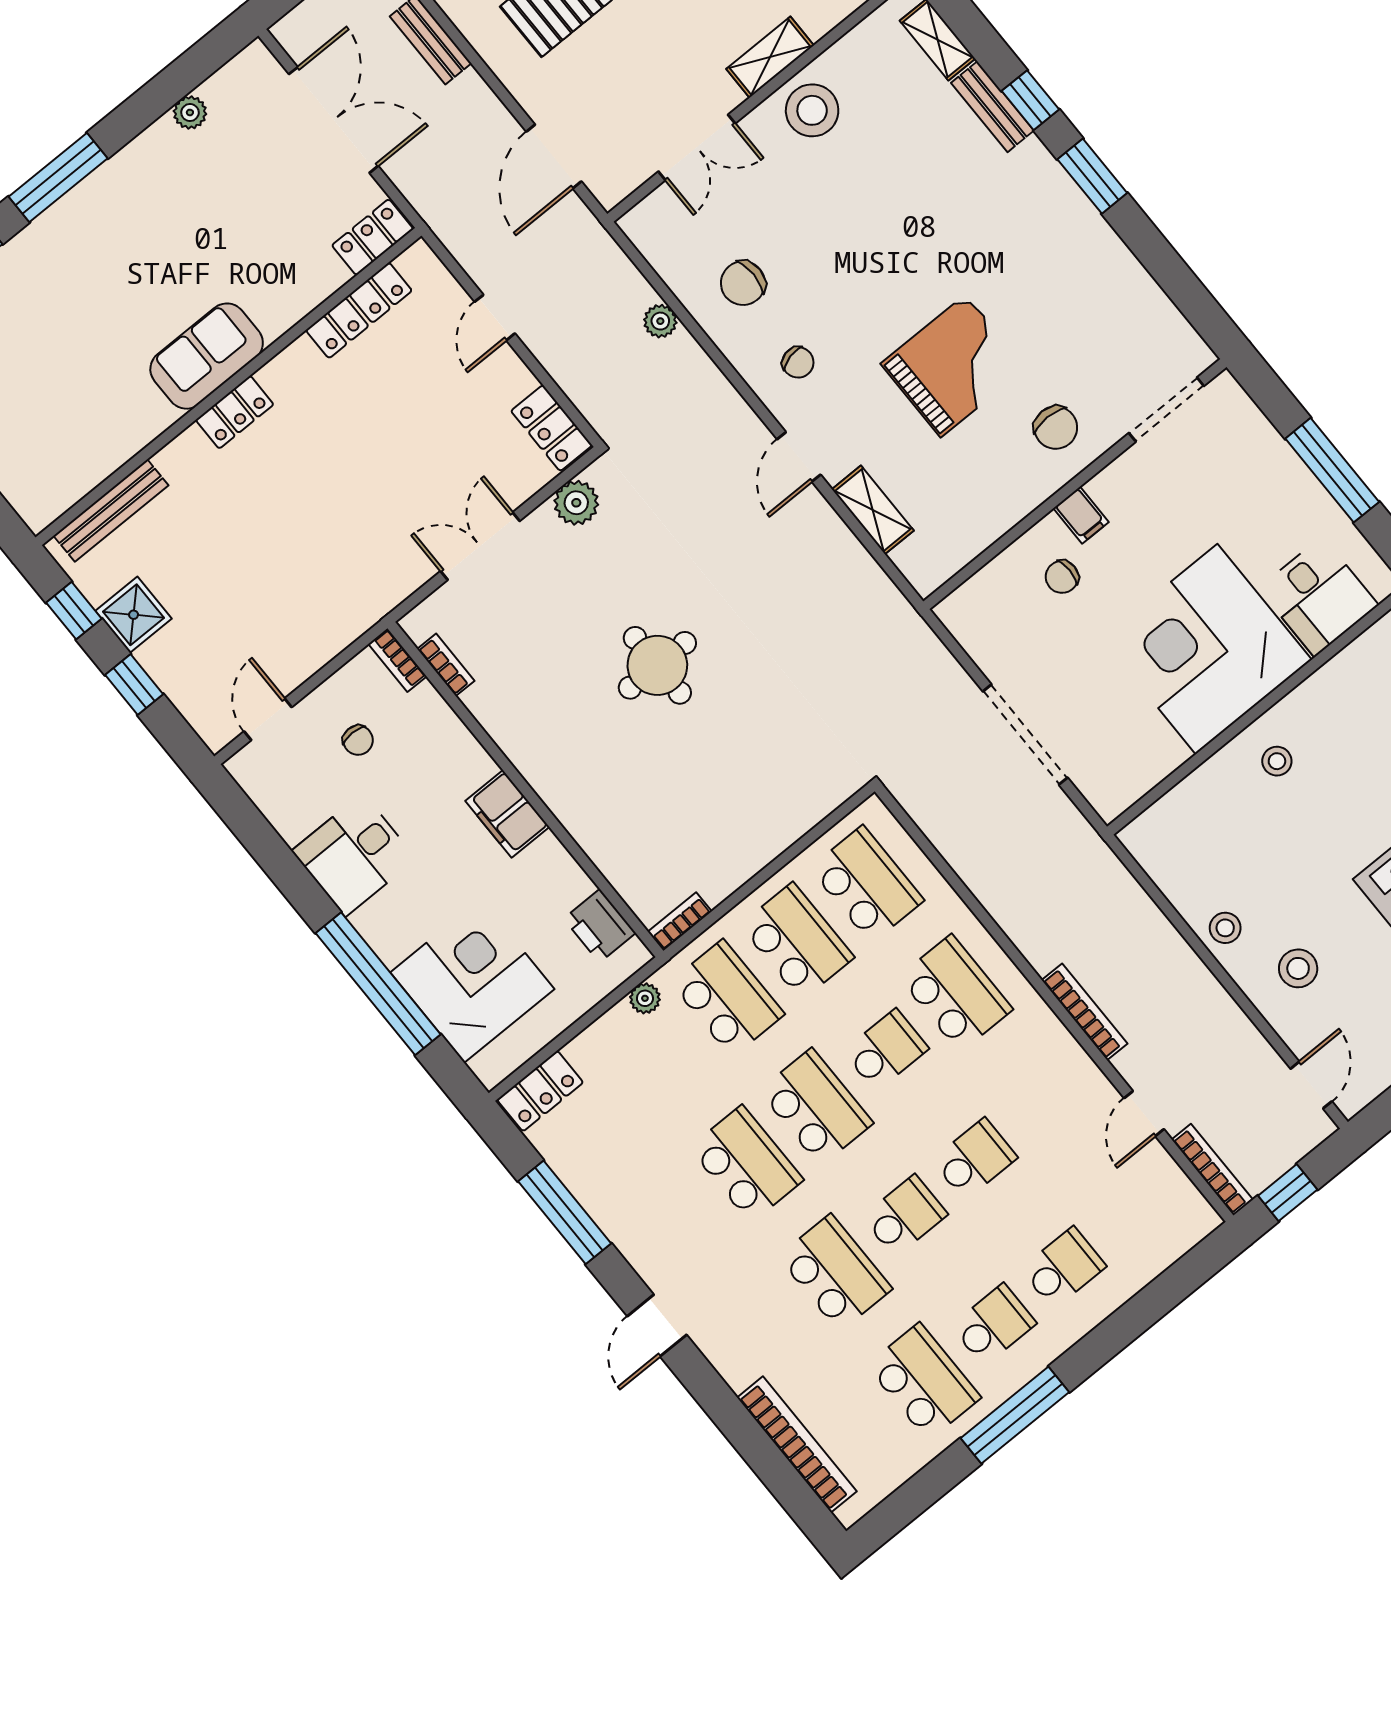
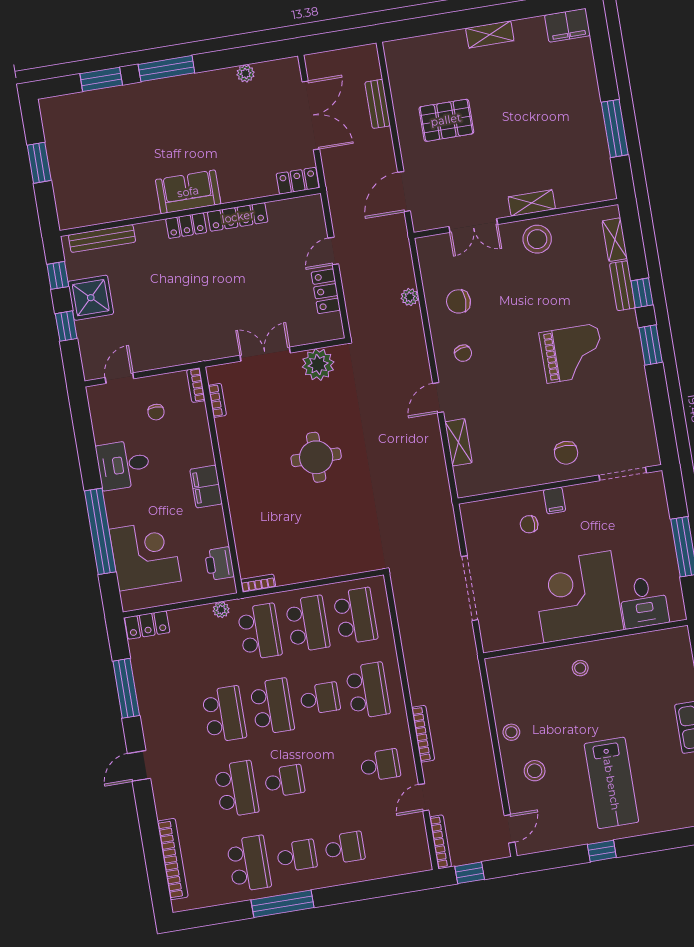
locker: (359, 310) -> (238, 217), moved
grand piano: (953, 366) -> (572, 353), moved
locker: (552, 428) -> (326, 291), moved
plant: (576, 503) -> (318, 364), width x1.36, depth x1.36
shower: (134, 615) -> (91, 298), width x1.36, depth x1.36
school desk: (975, 1159) -> (380, 765), moved

